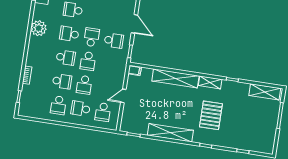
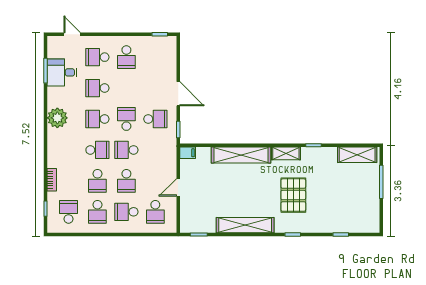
school desk: (88, 61) -> (126, 150), turned 90
school desk: (62, 81) -> (97, 181), turned 90
school desk: (36, 102) -> (69, 212), added

